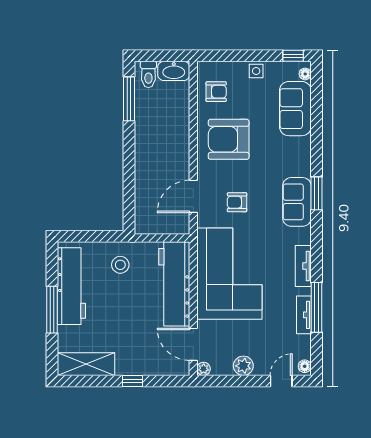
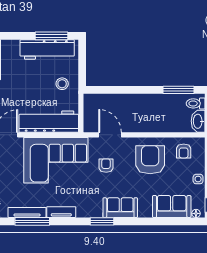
window: (316, 193) -> (102, 221), moved
sofa: (297, 202) -> (120, 208), moved
window: (52, 310) -> (51, 36), moved
tv unit: (304, 315) -> (27, 212), width x1.41

